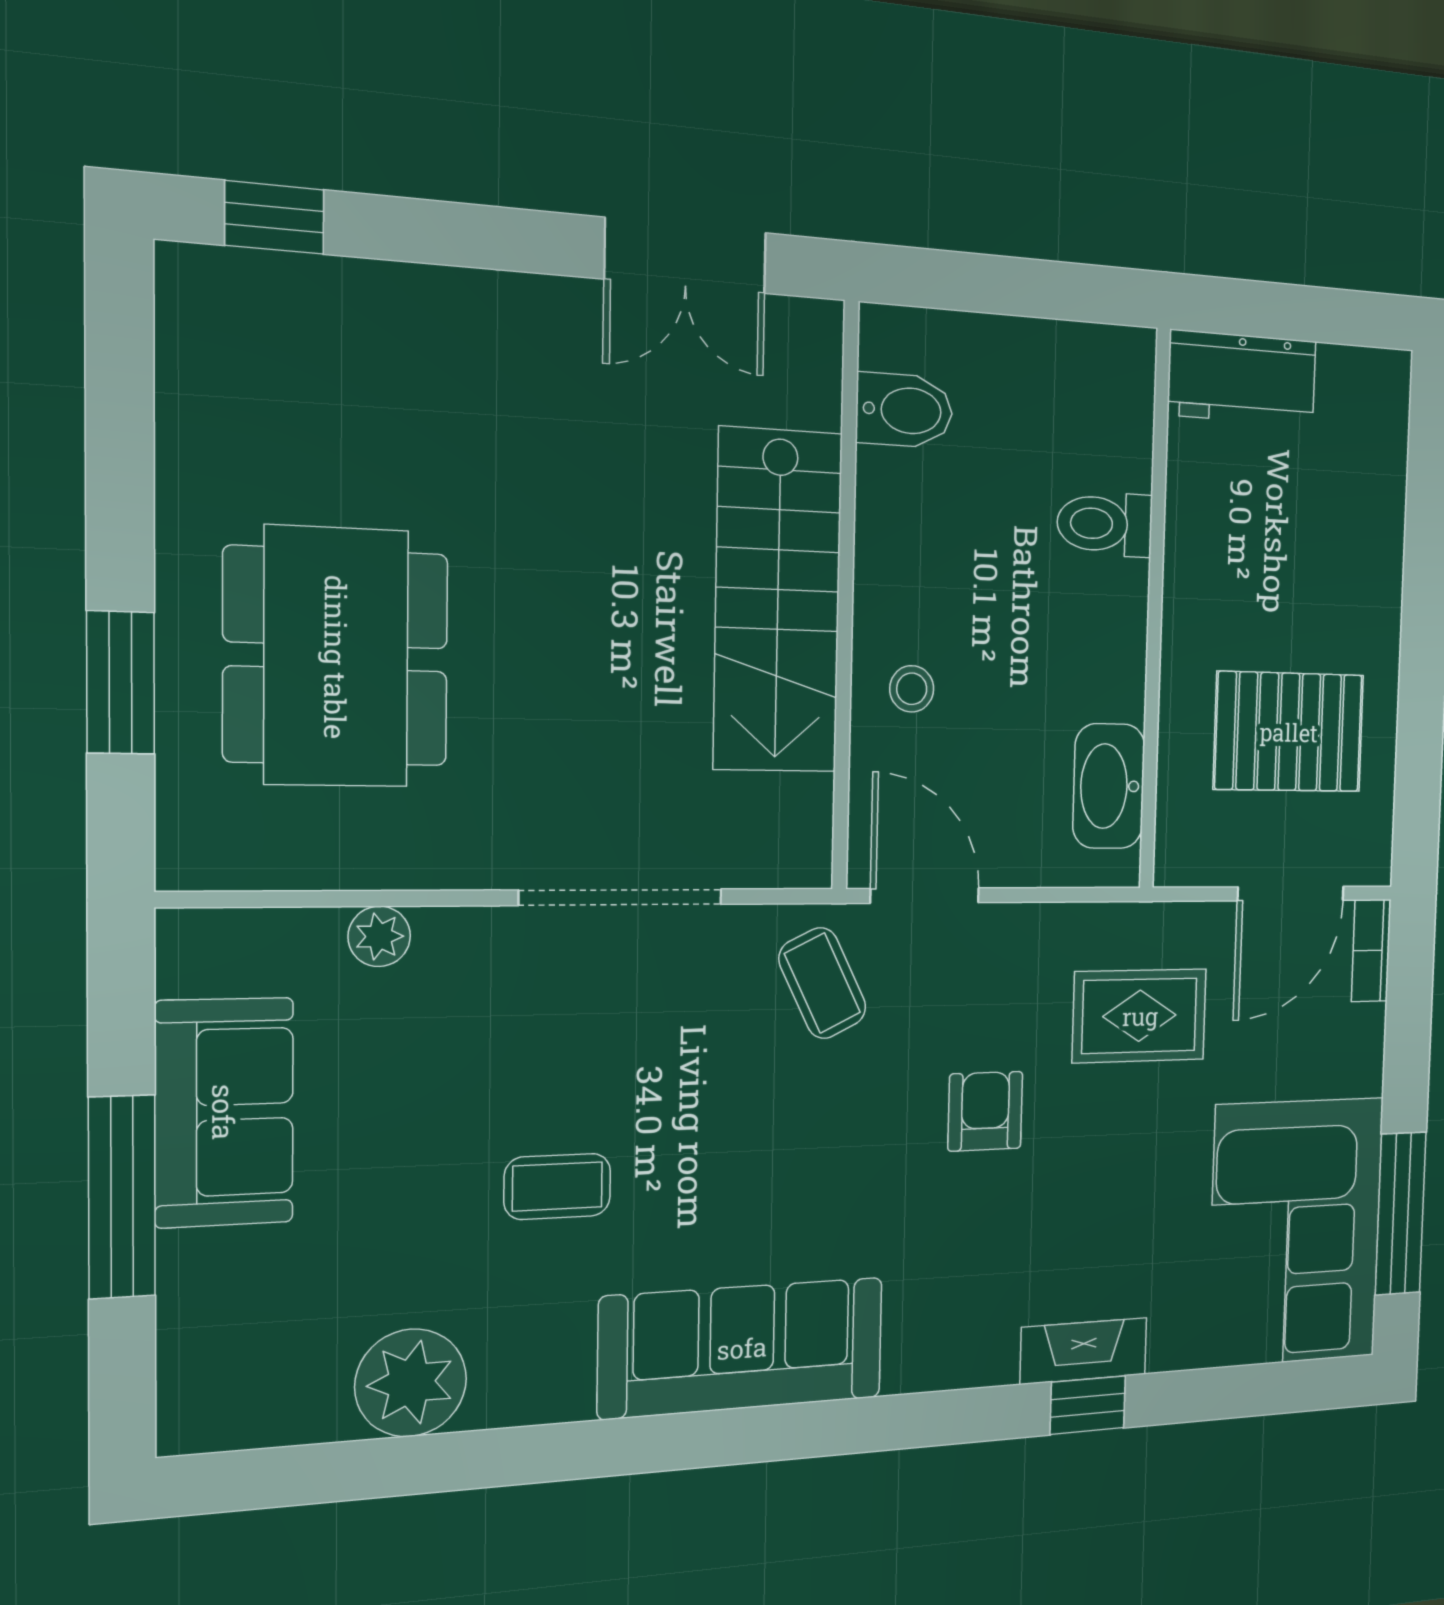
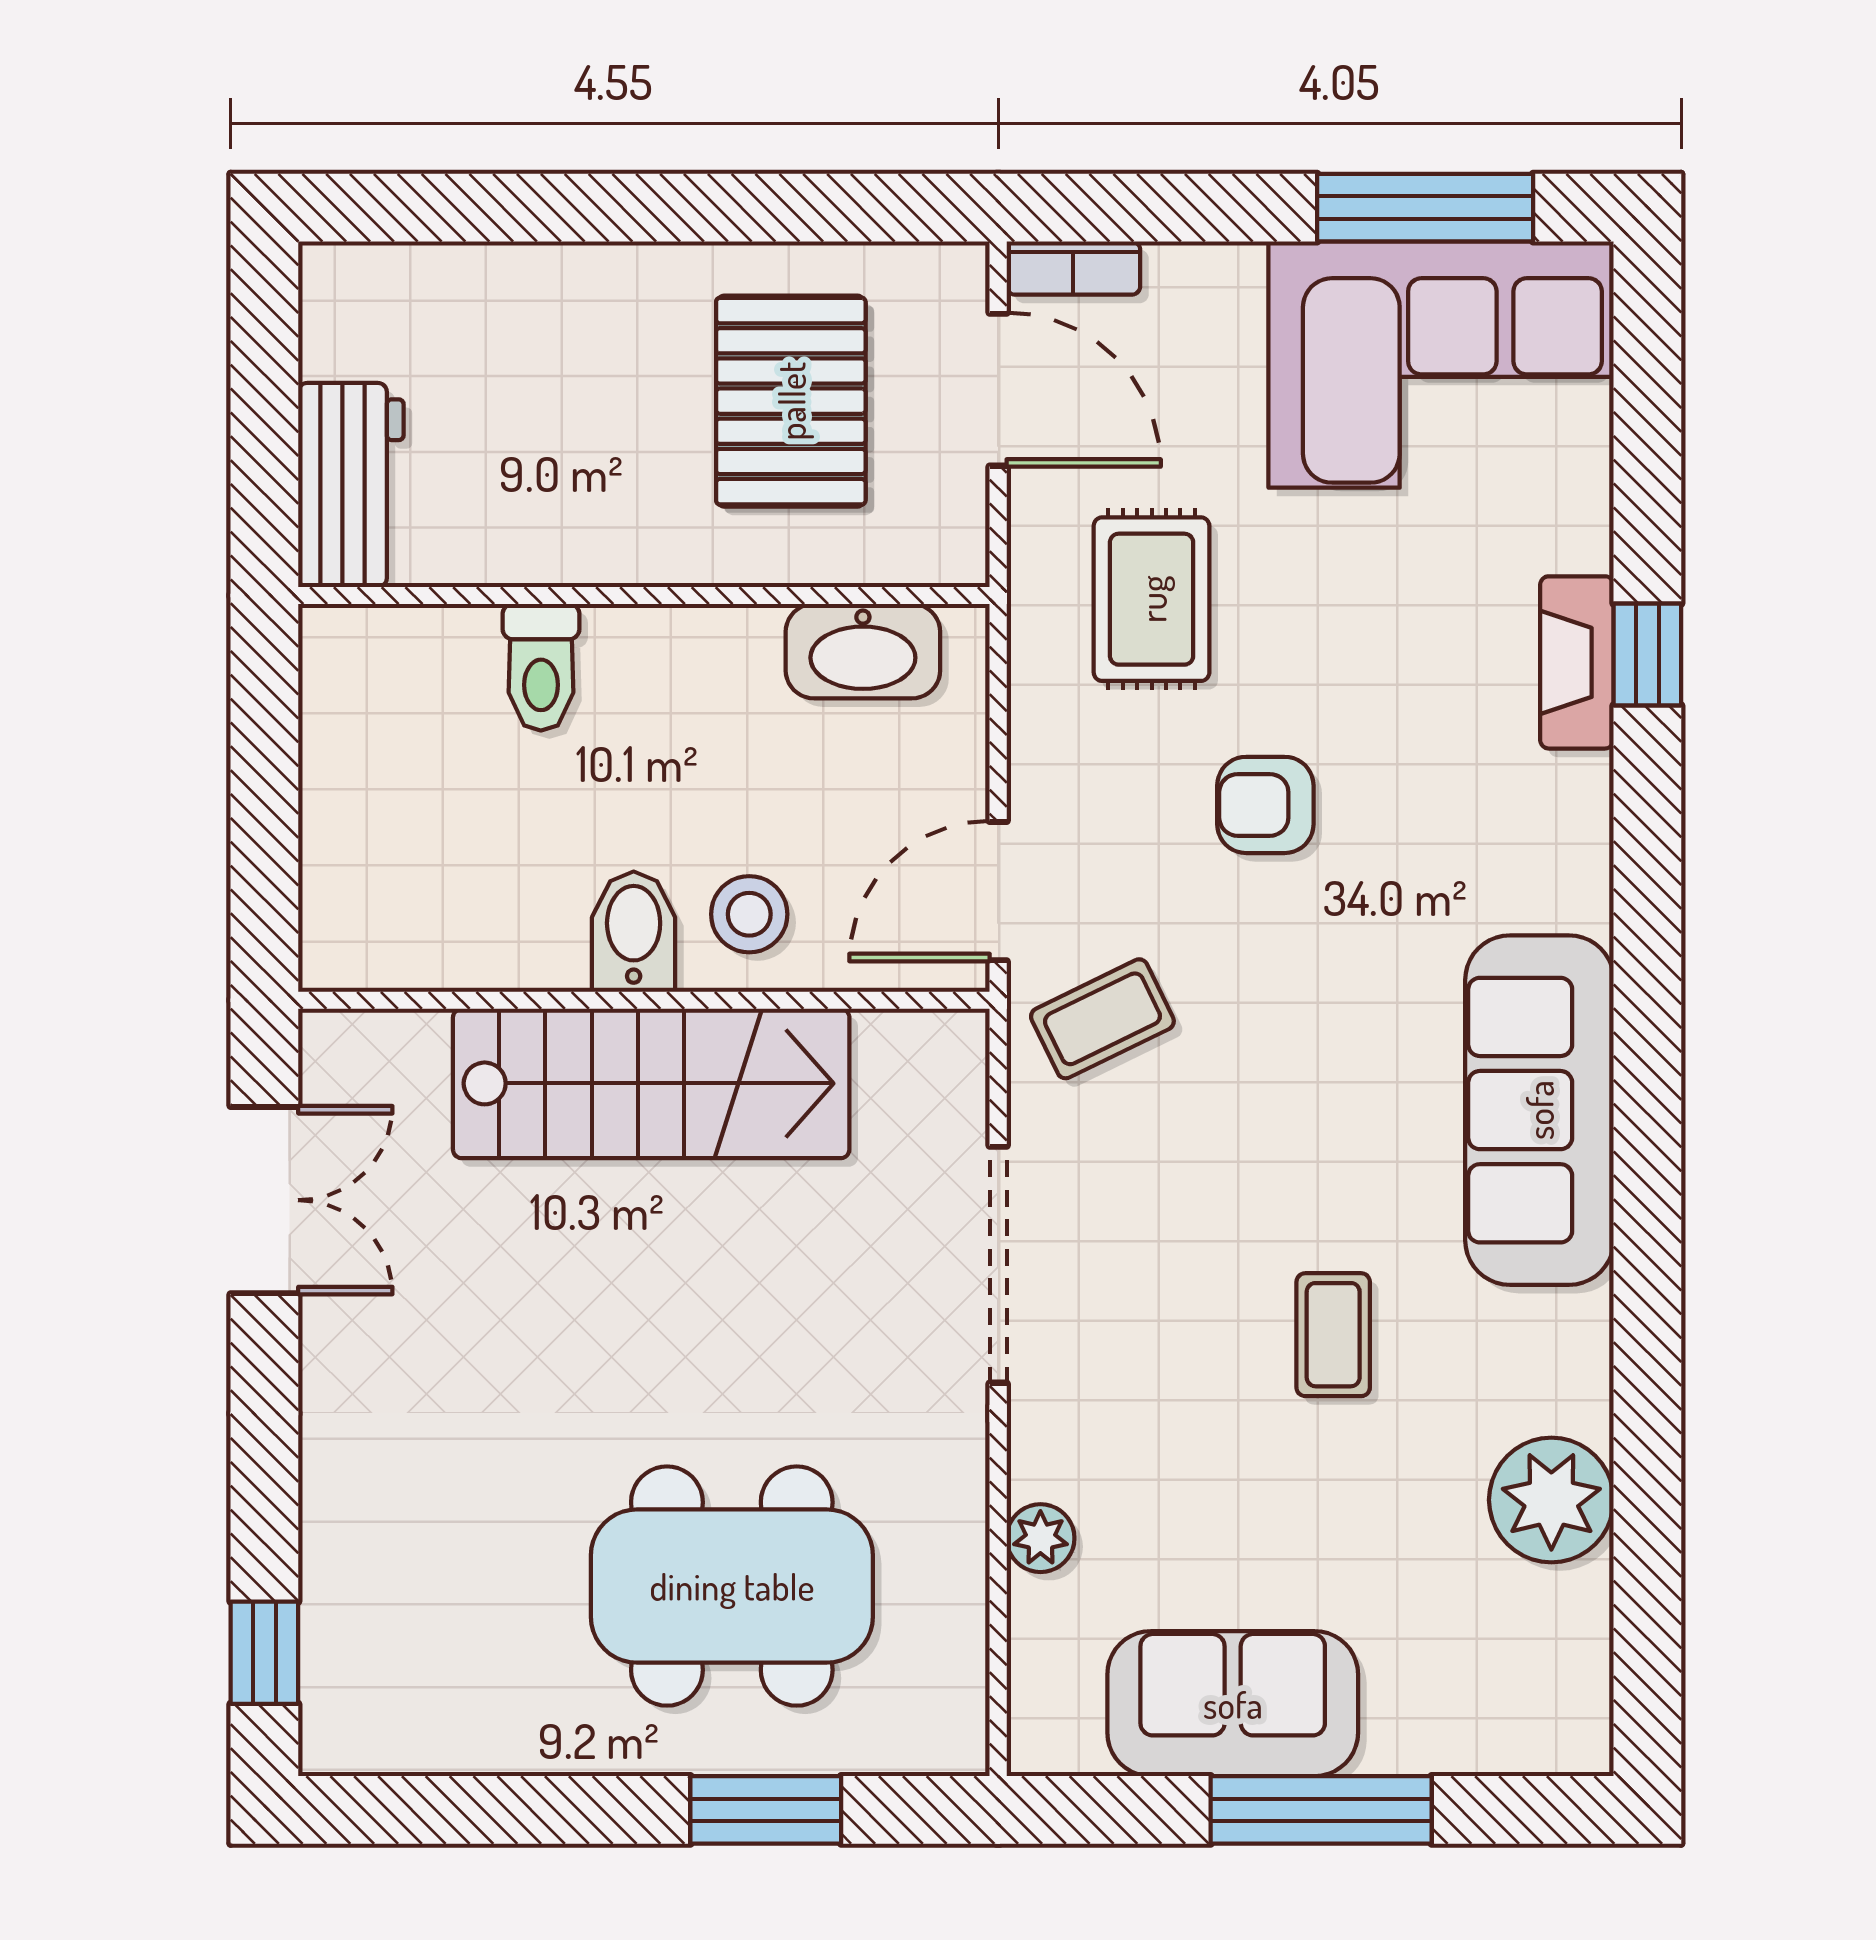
bidet: (904, 410) -> (634, 932), moved
stool: (912, 689) -> (749, 914), width x1.37, depth x1.37

